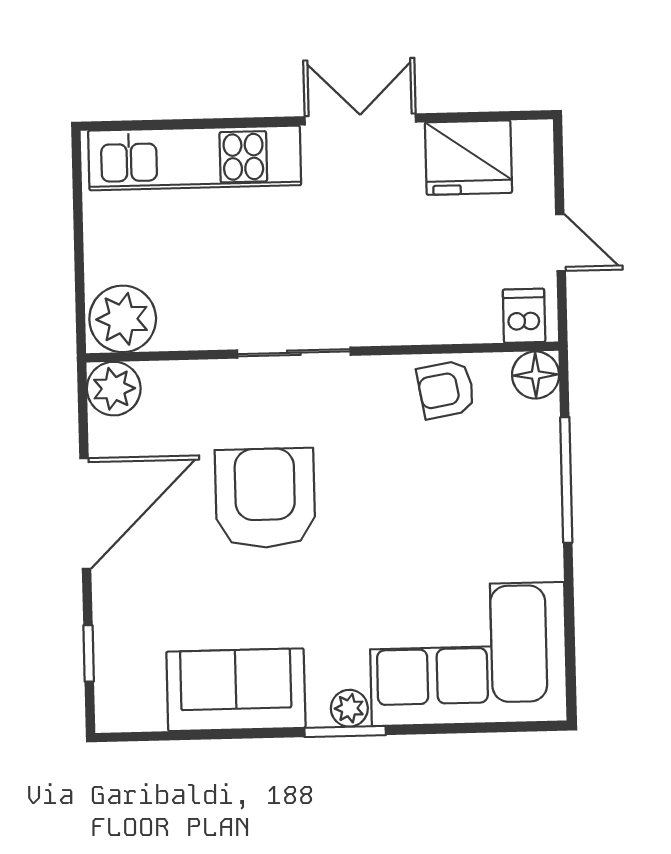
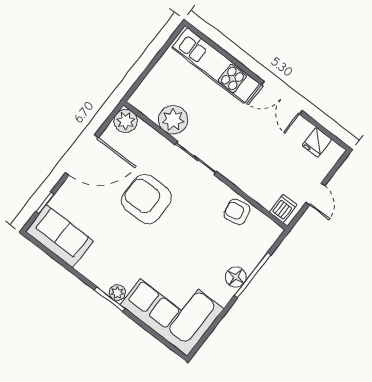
double door: (360, 119) -> (282, 98), swing flipped
fridge: (468, 158) -> (317, 142), width x0.53, depth x0.75
plant: (123, 319) -> (173, 120), moved
floor lamp: (536, 375) -> (236, 277), moved
armchair: (265, 498) -> (146, 199), turned -90
sofa: (236, 690) -> (59, 236), moved

